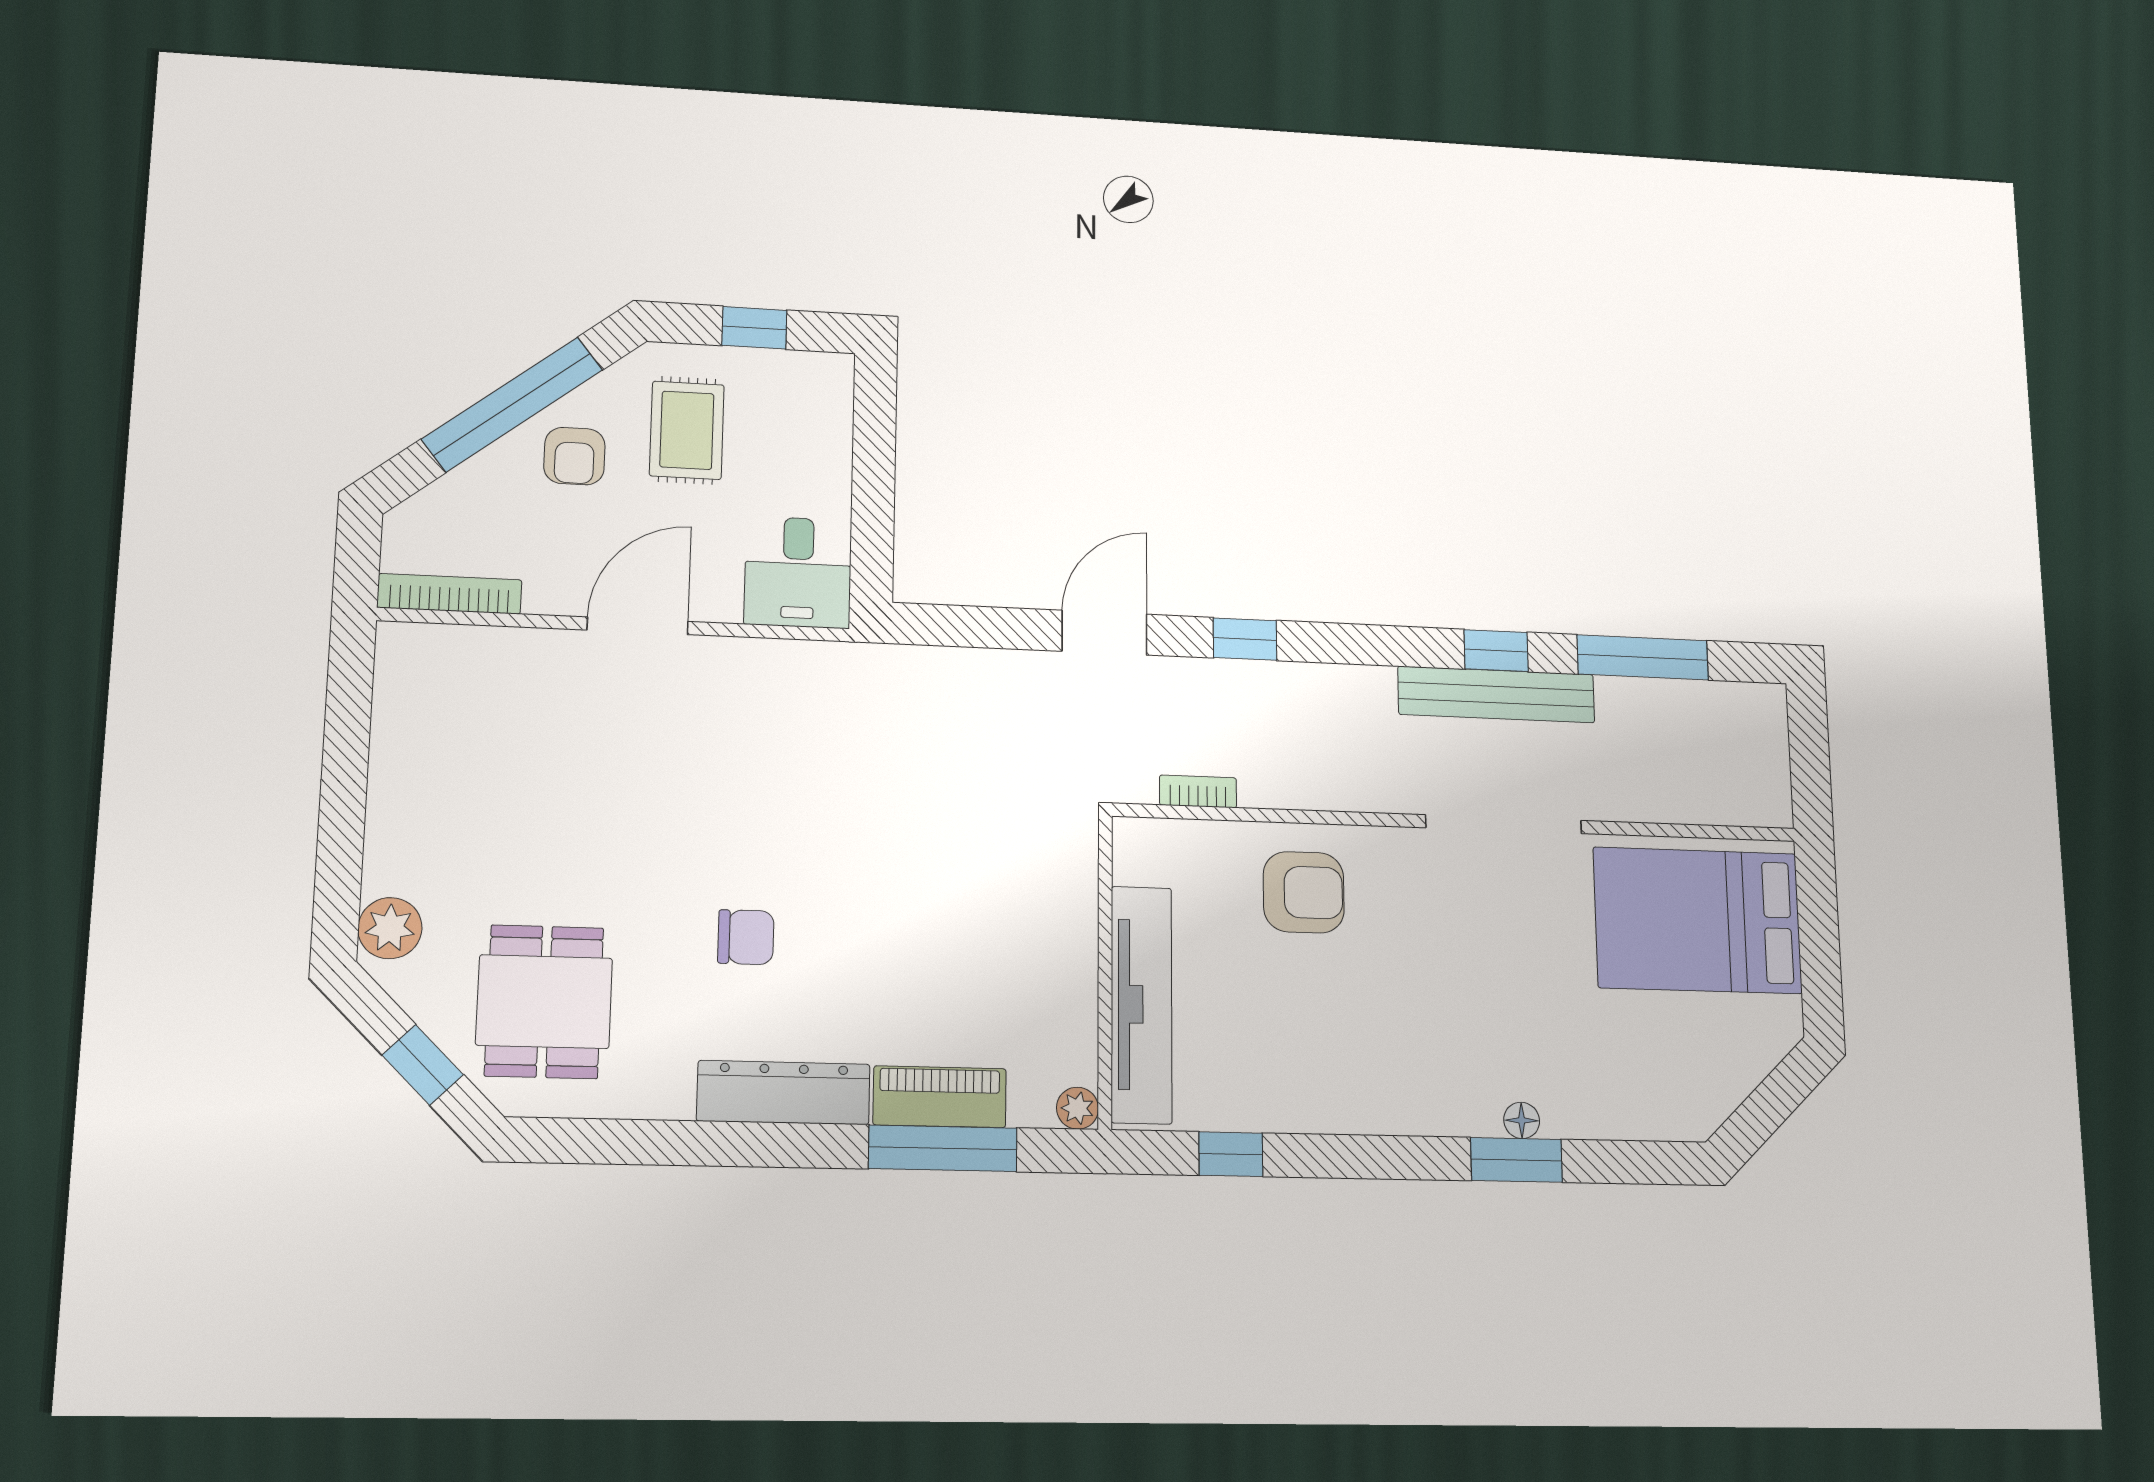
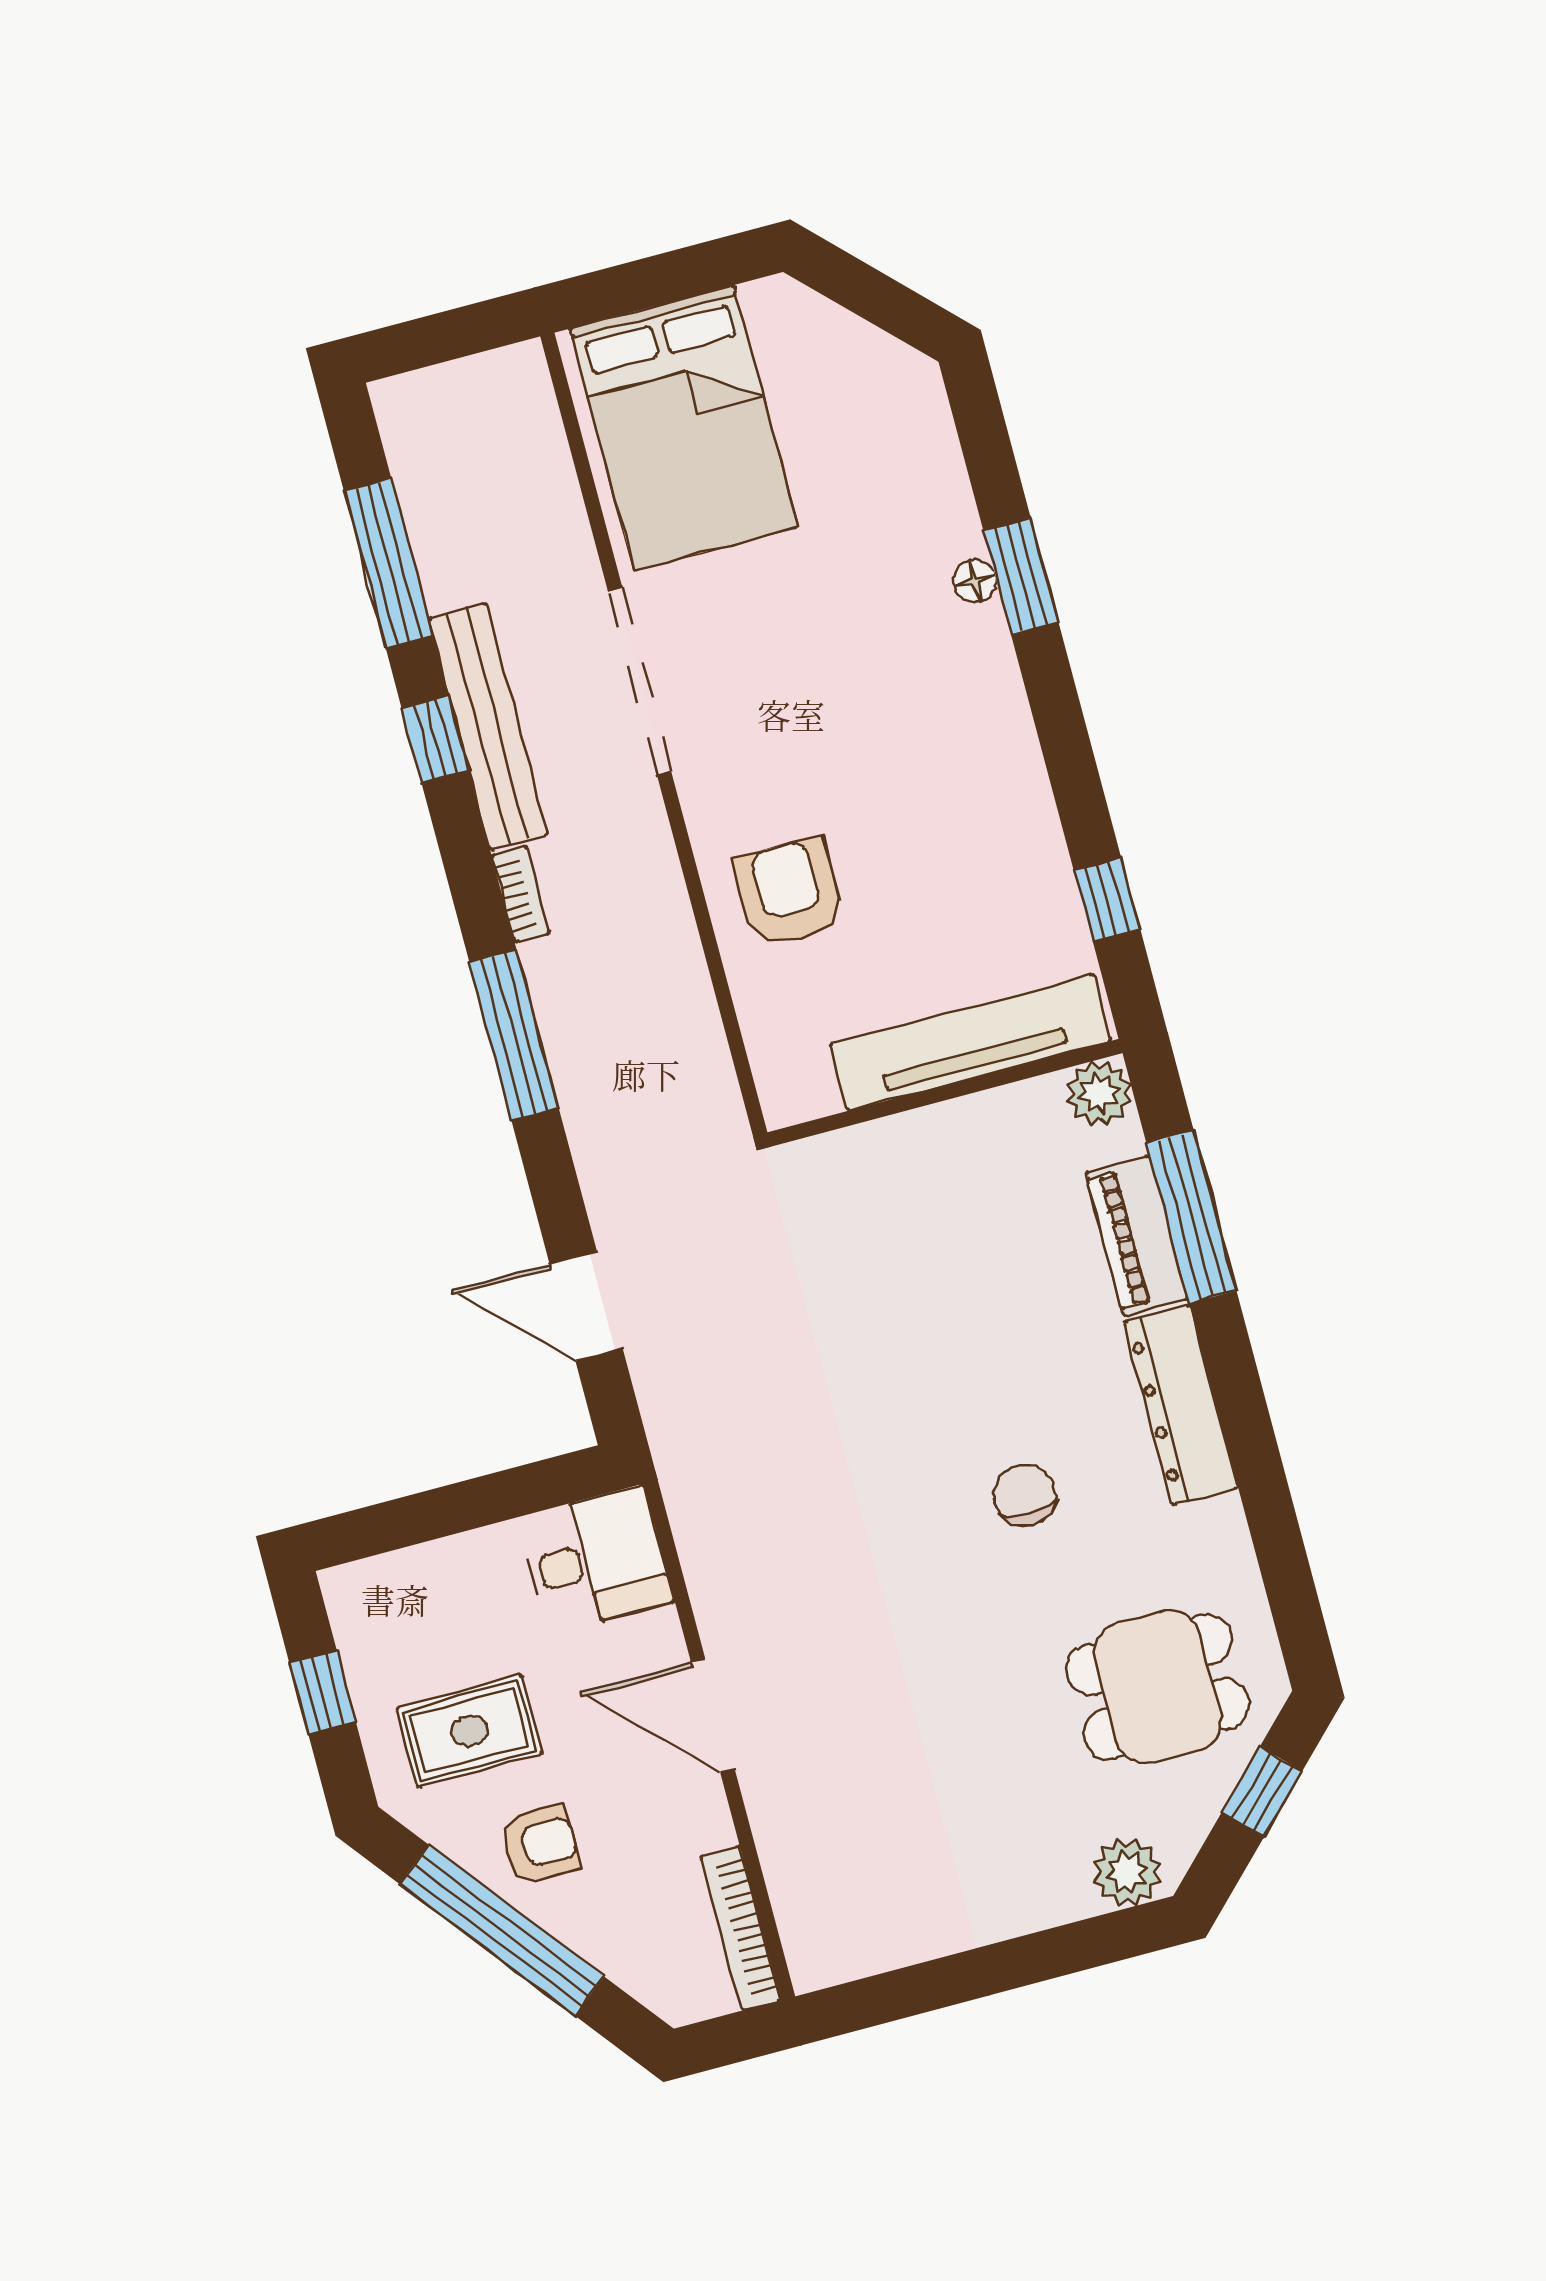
door: (1104, 633) -> (586, 1306), moved
window: (1245, 639) -> (514, 1035), width x2.17
bookcase: (1198, 791) -> (521, 894), moved, turned 180
plant: (1078, 1108) -> (1099, 1093), width x1.38, depth x1.38

